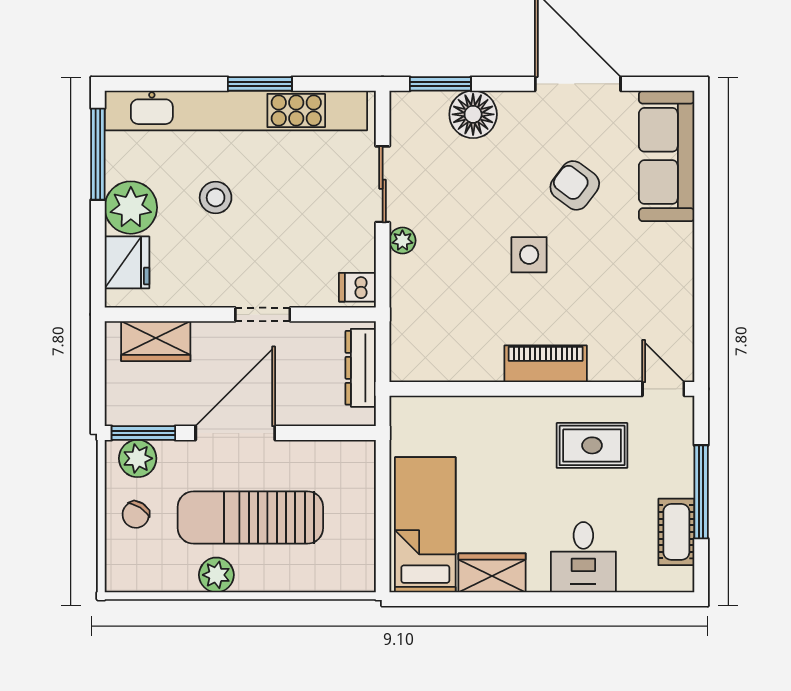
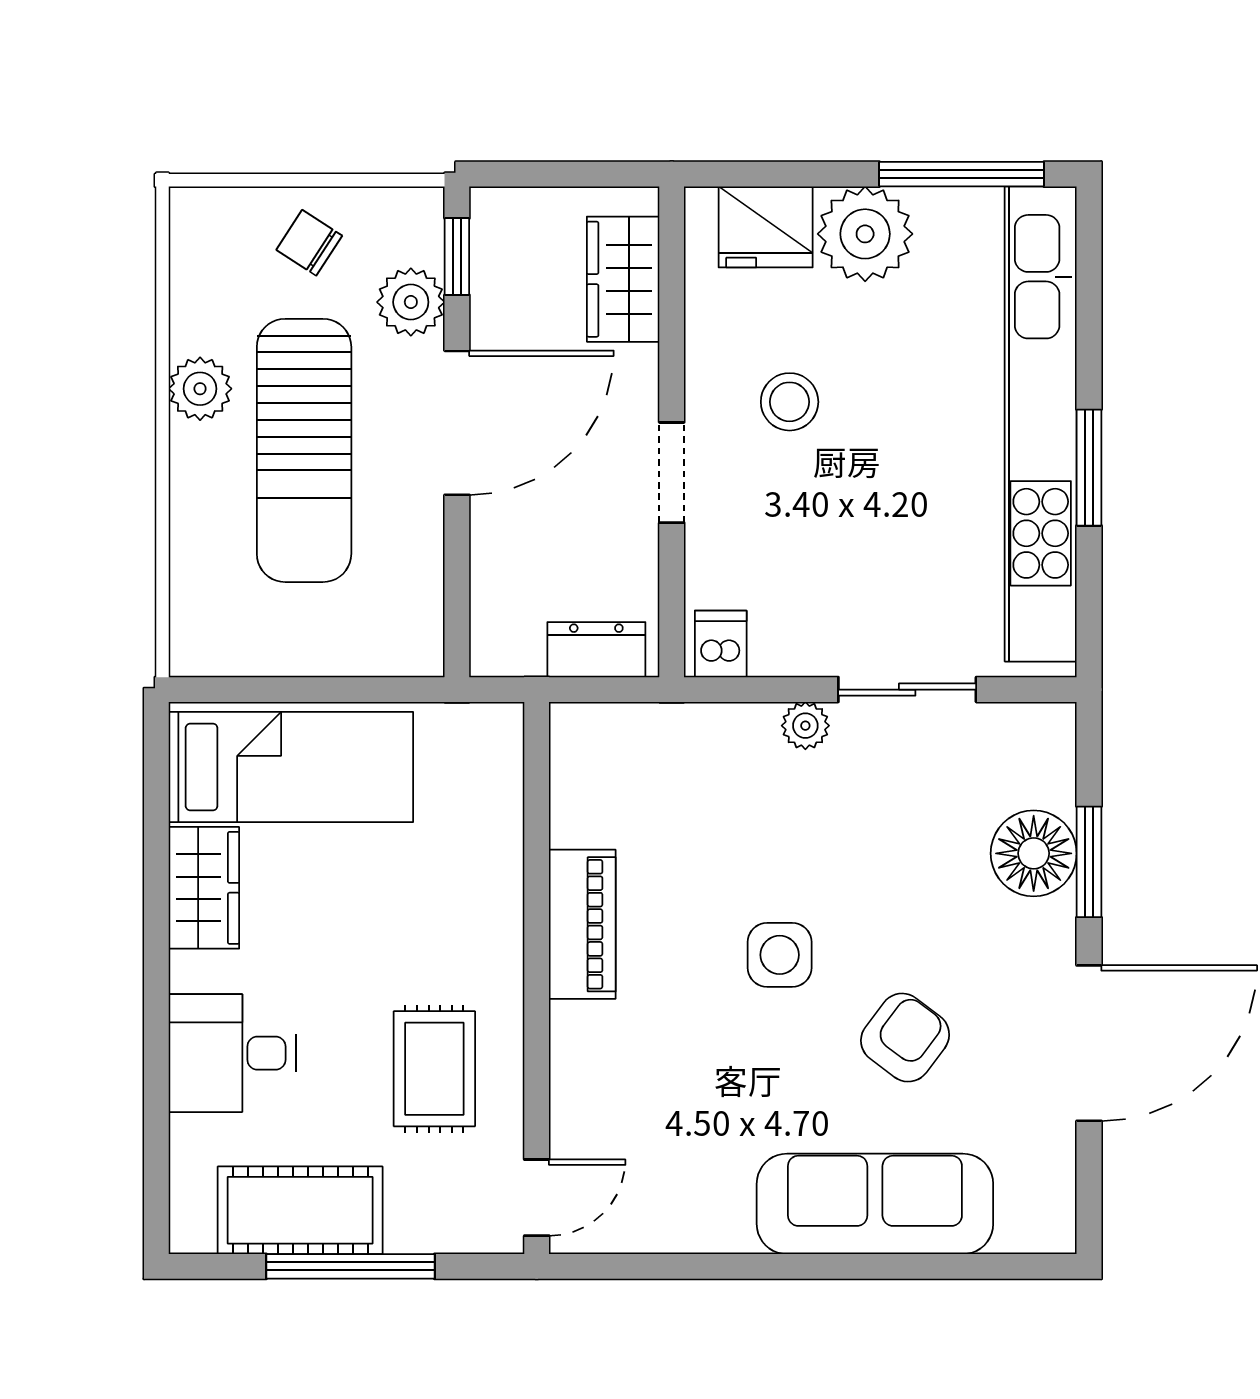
window: (440, 84) -> (1089, 862), moved
sofa: (667, 156) -> (875, 1204), moved
stool: (216, 198) -> (790, 402), moved
piano: (546, 364) -> (582, 924), moved
dresser: (361, 368) -> (596, 650), width x0.70
window: (143, 433) -> (457, 257), width x0.67
door: (235, 433) -> (457, 423), hinge flipped
plant: (138, 458) -> (411, 302), moved
sun lounger: (250, 517) -> (304, 450), turned 180
cot: (676, 532) -> (300, 1210), width x1.37, depth x1.34

